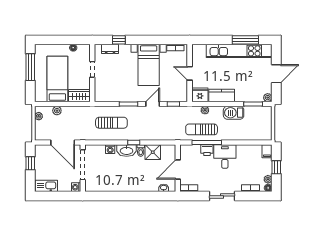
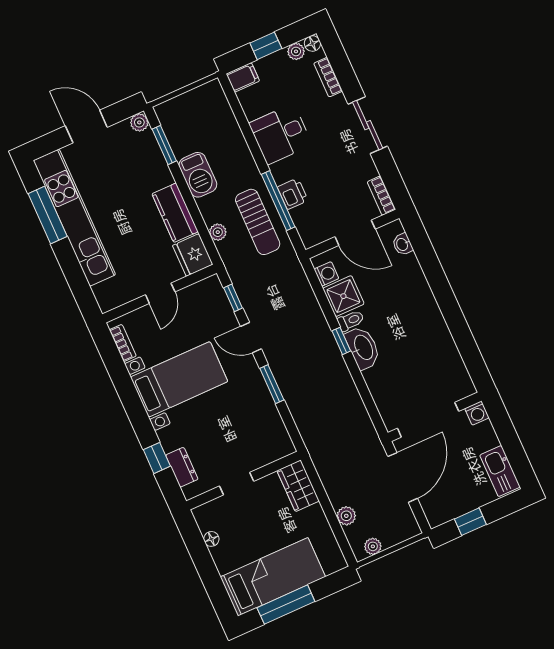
bed: (57, 79) -> (273, 577), moved, turned 180
sun lounger: (111, 123) -> (323, 401), removed
washing machine: (110, 149) -> (326, 274), moved
desk: (225, 157) -> (281, 134), moved

